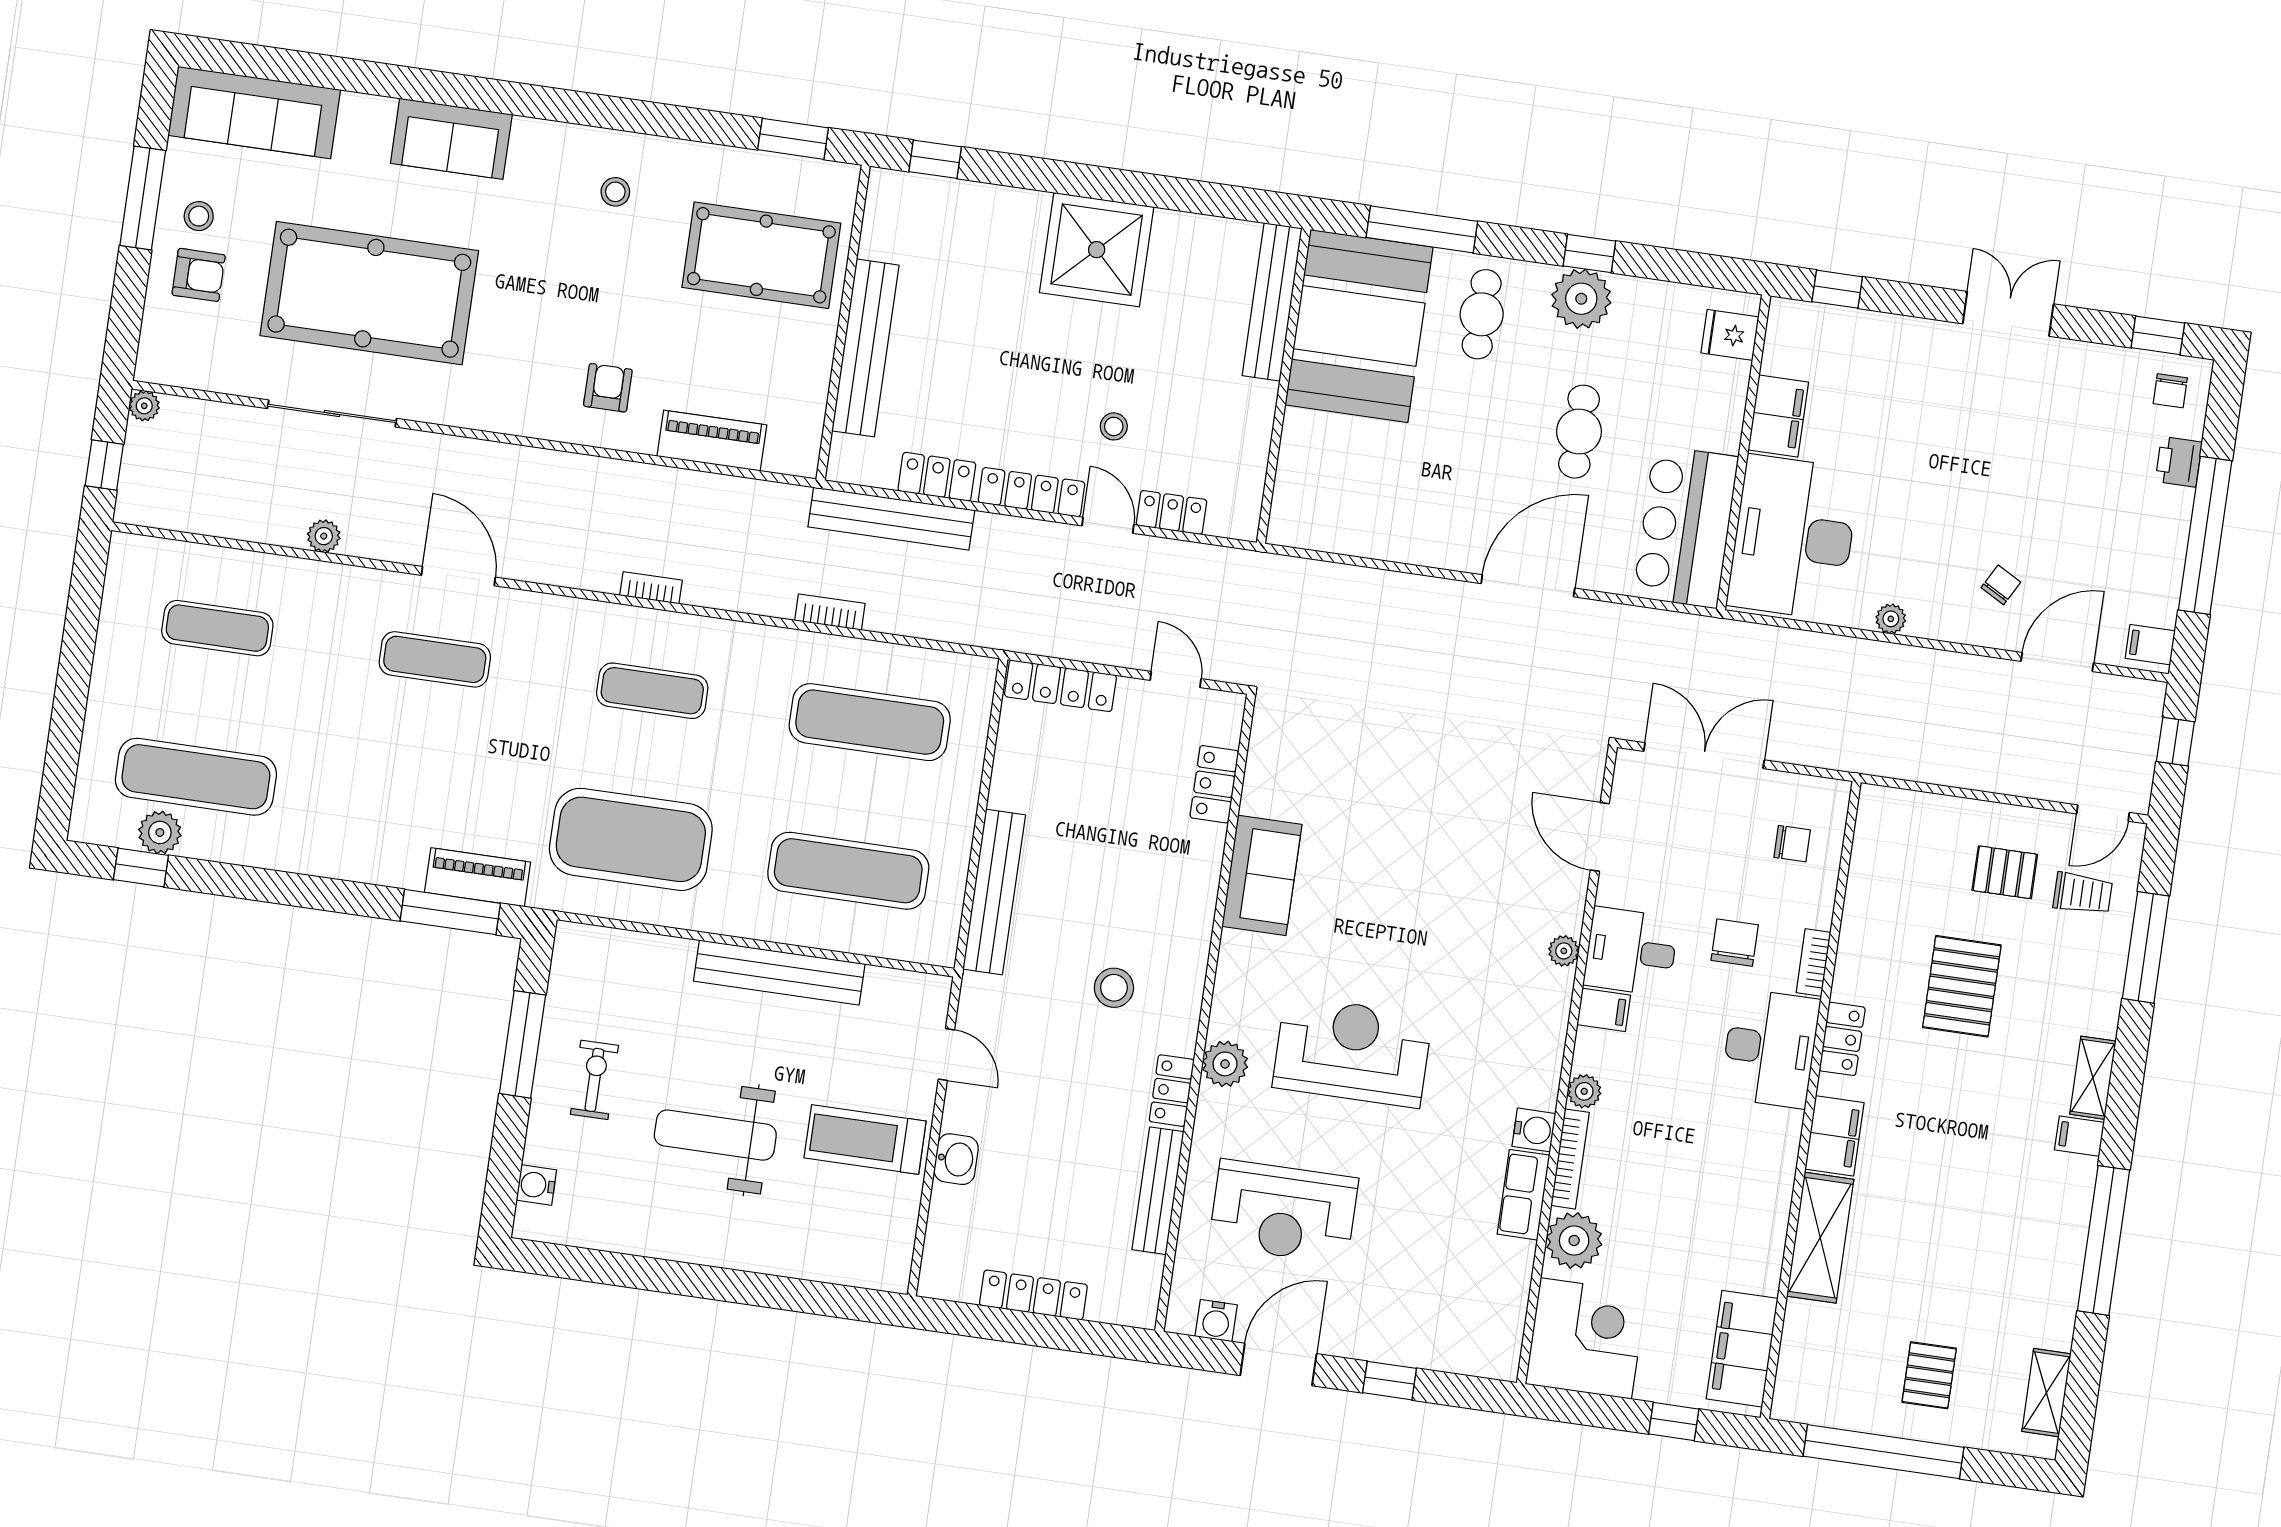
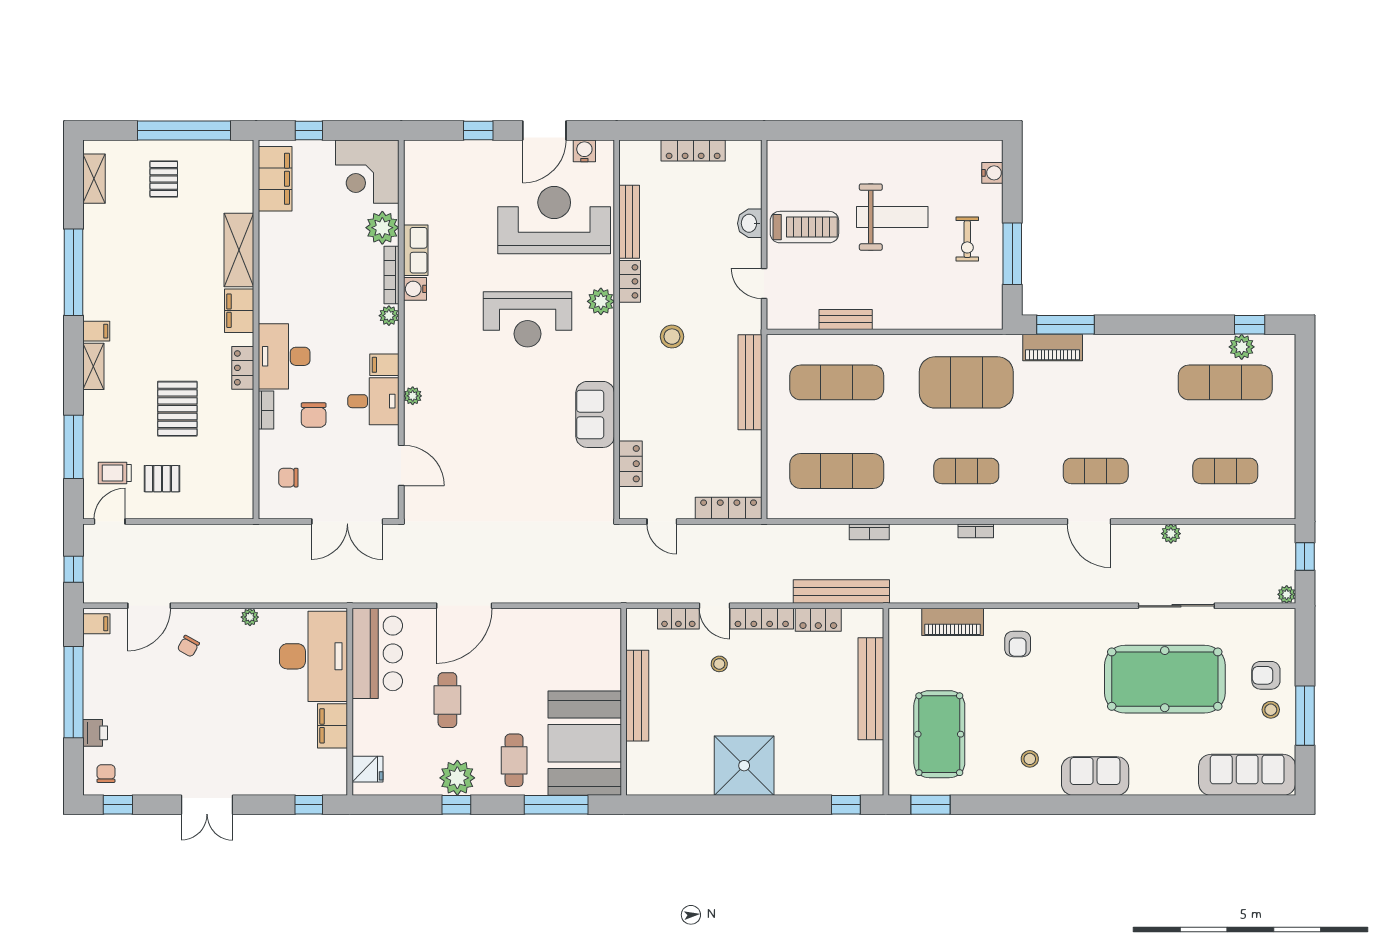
sofa: (451, 139) -> (1095, 776), moved
pool table: (761, 255) -> (939, 734), turned 90
bench: (1272, 302) -> (637, 696), moved
bench: (779, 973) -> (846, 319), width x0.54, depth x0.82
reception desk: (1284, 1212) -> (554, 220), width x1.36, depth x1.30

